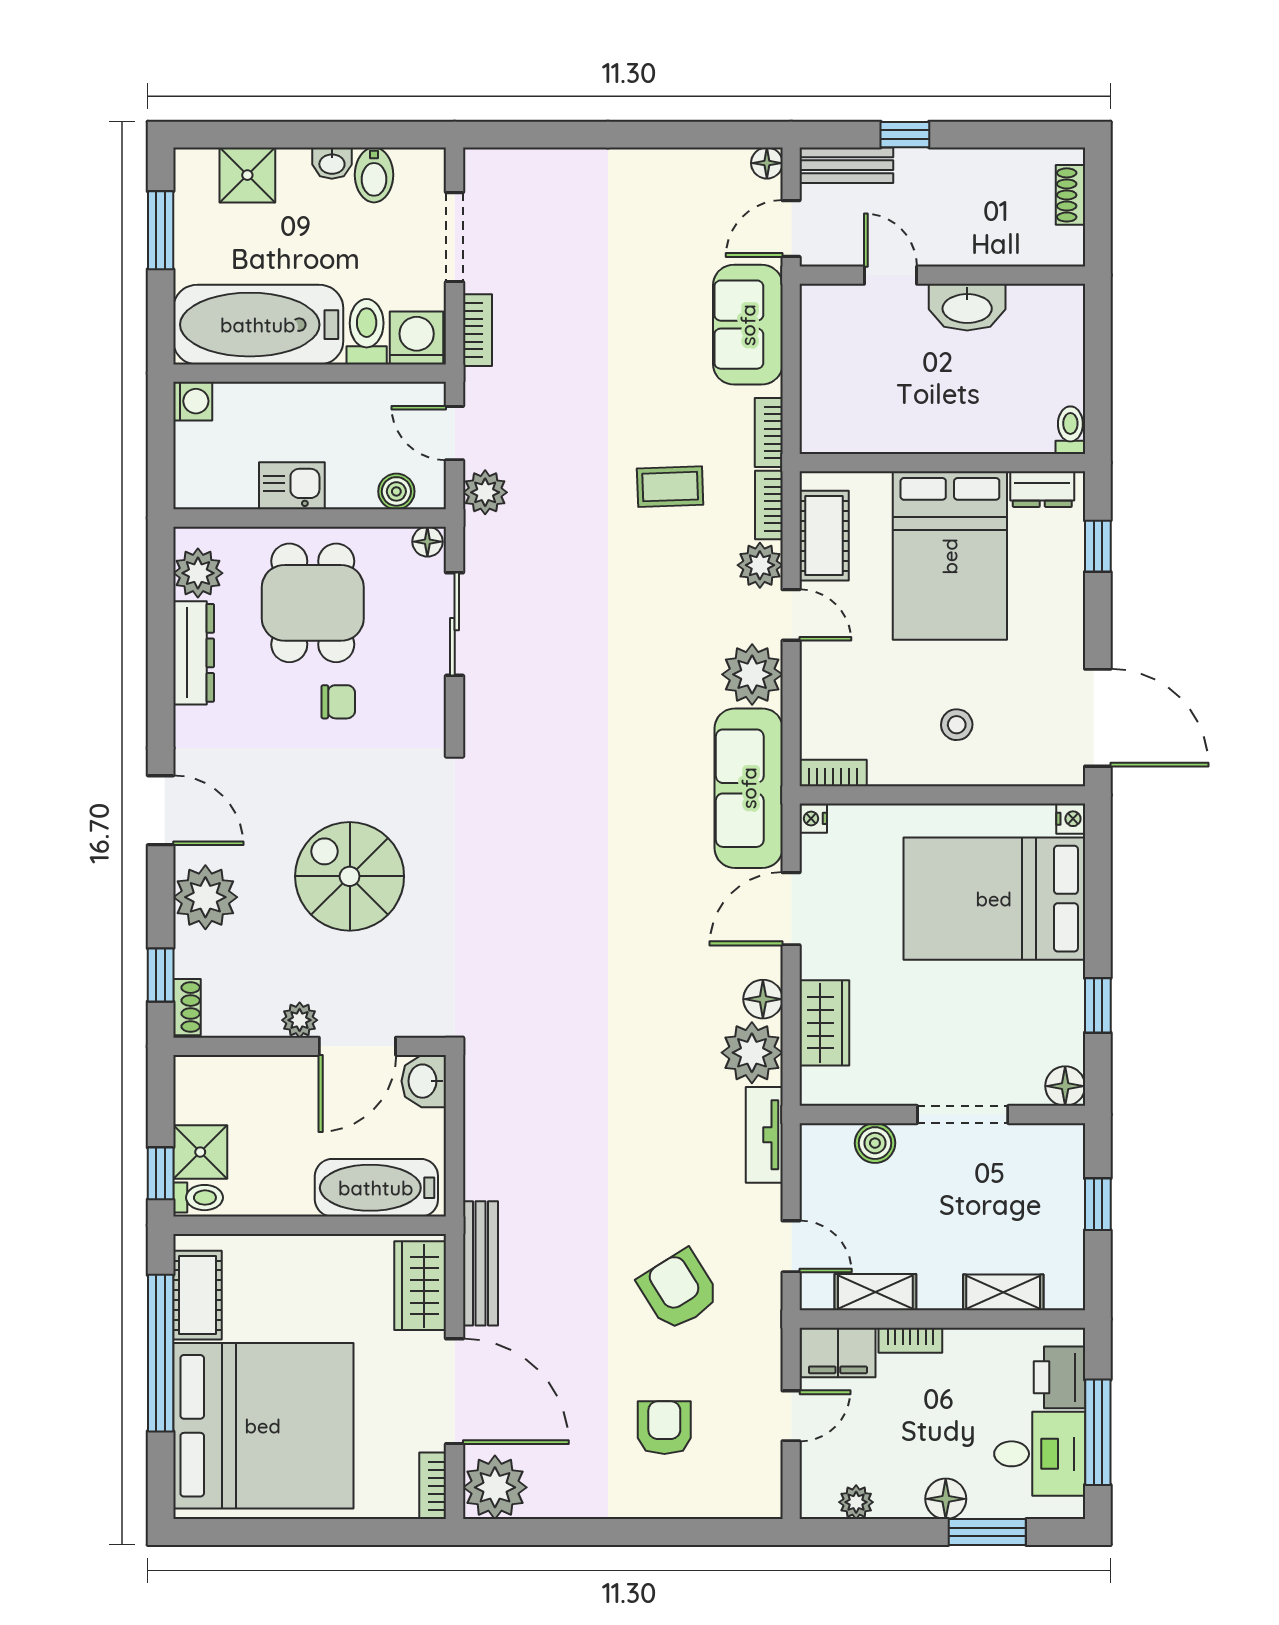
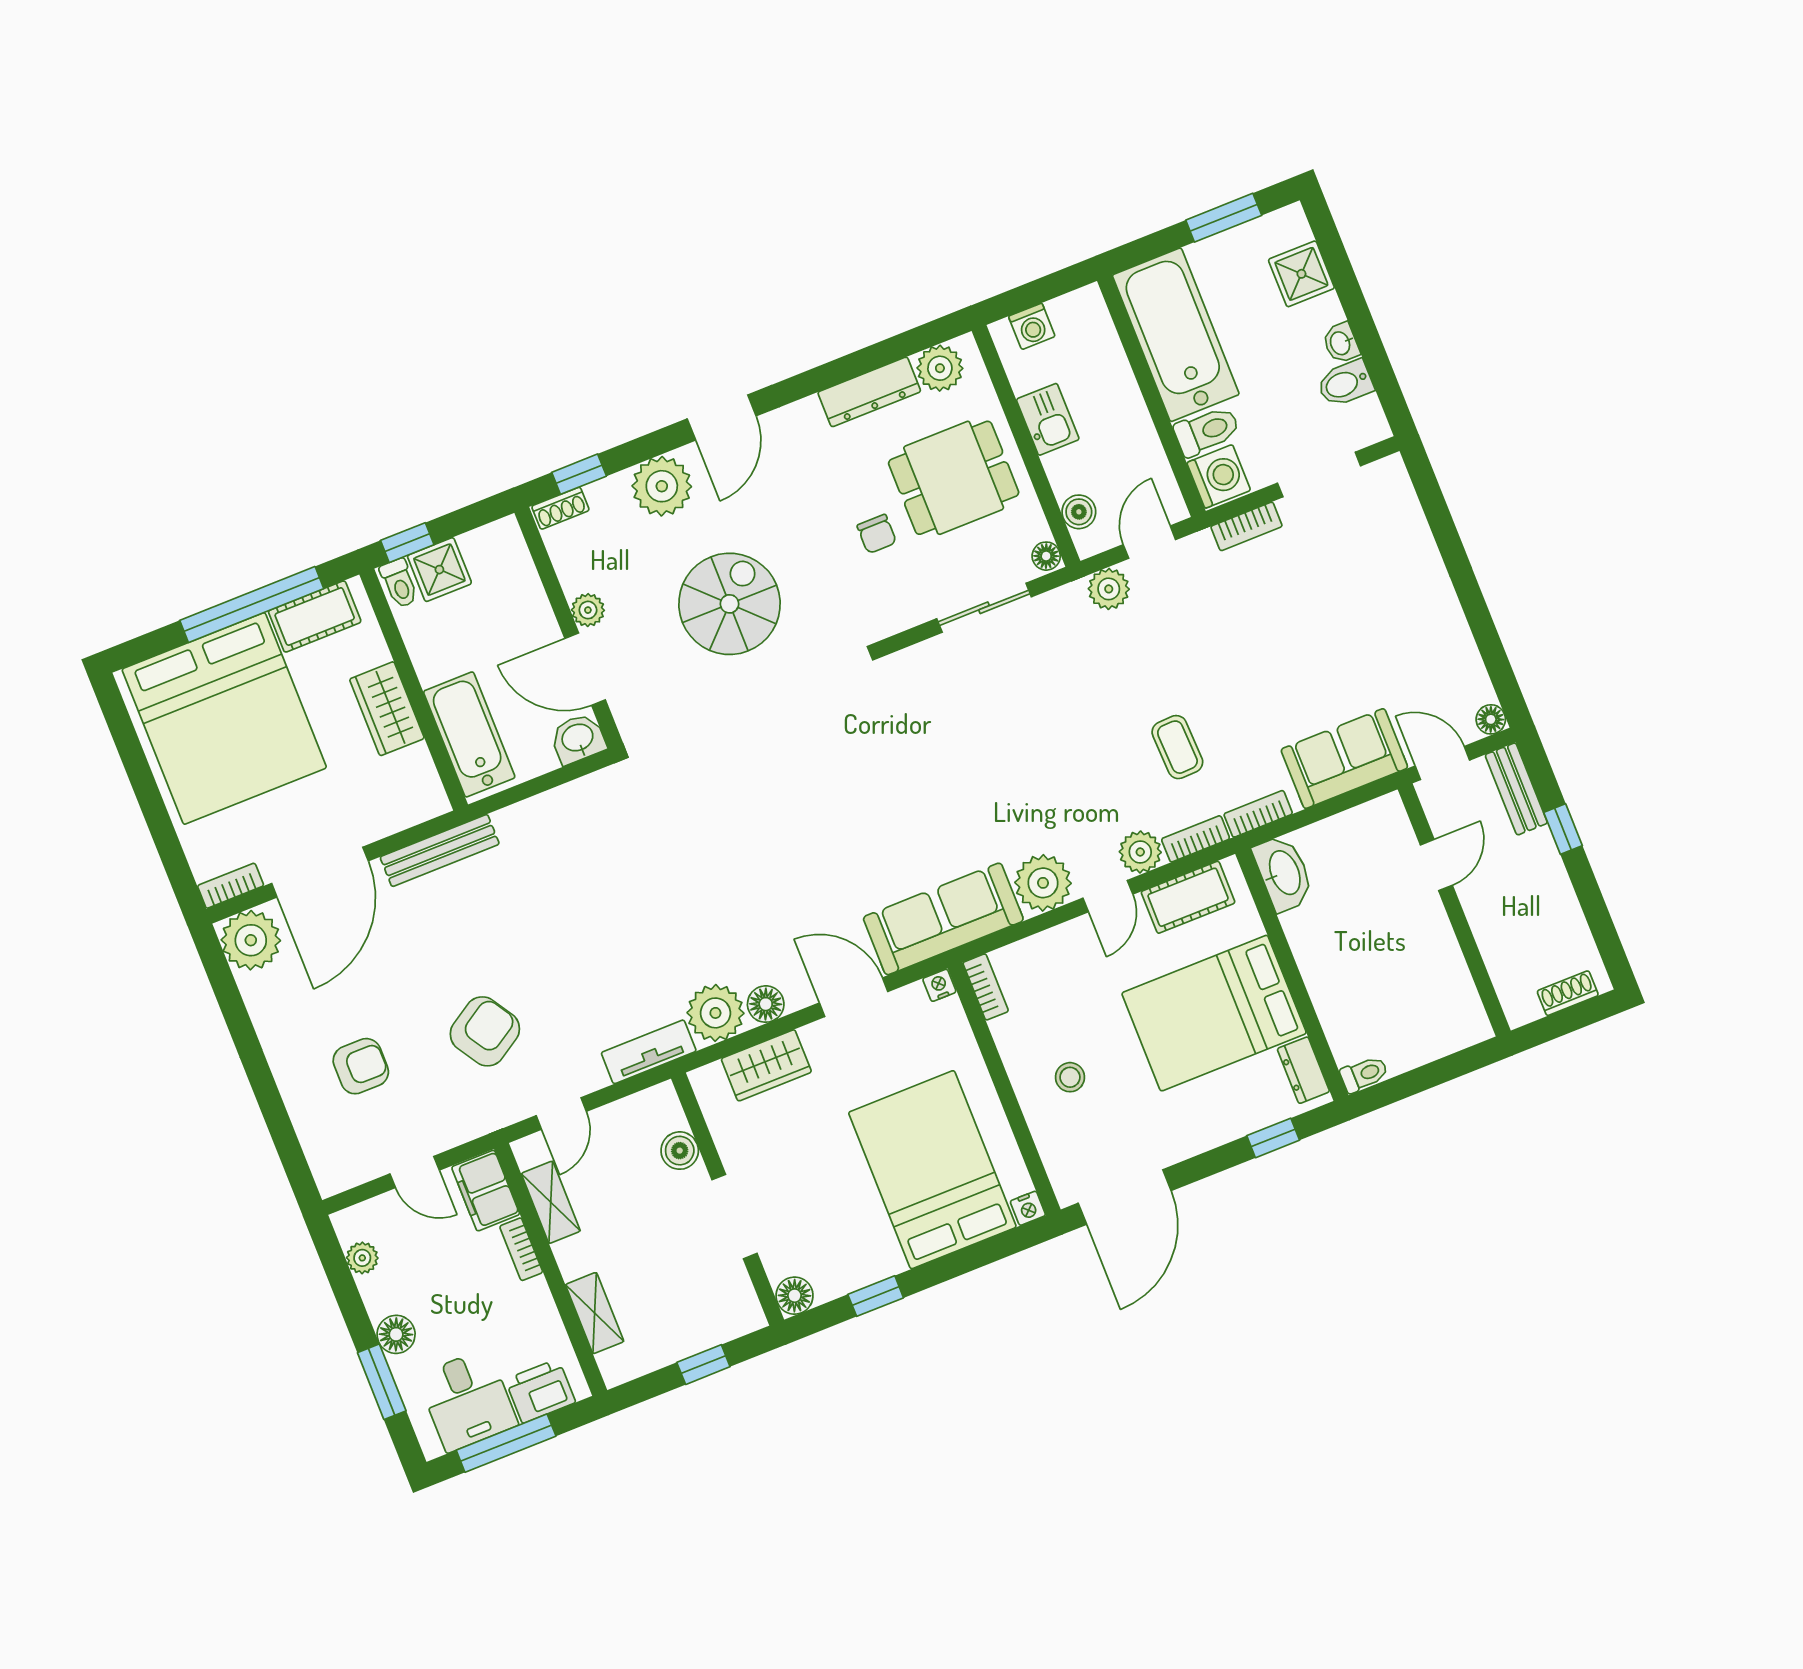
washbasin: (967, 307) -> (1284, 873), moved, turned 180
washing machine: (193, 401) -> (1032, 326), moved
wardrobe: (420, 1286) -> (387, 709), moved, turned -90

